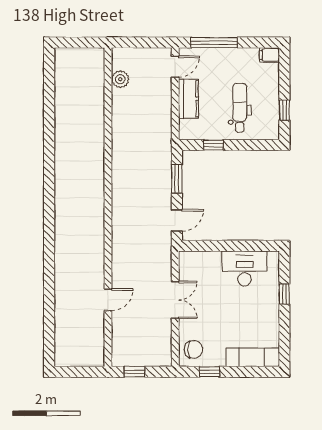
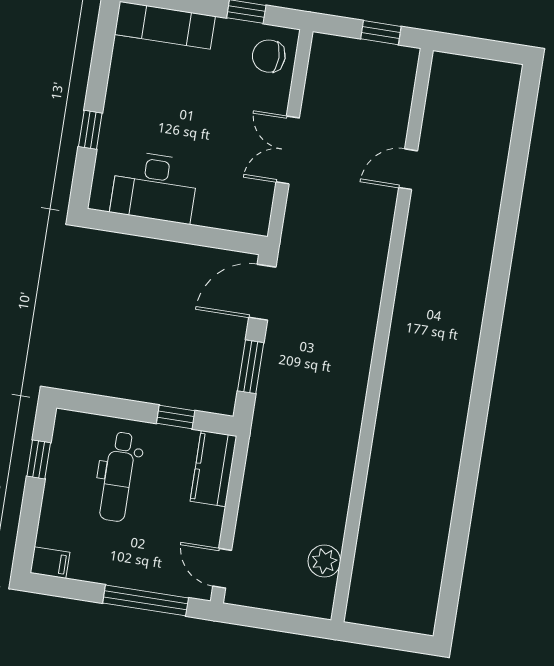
door: (175, 67) -> (222, 568), hinge flipped
kitchen counter: (188, 99) -> (213, 469), moved
door: (177, 220) -> (262, 292), width x1.38

